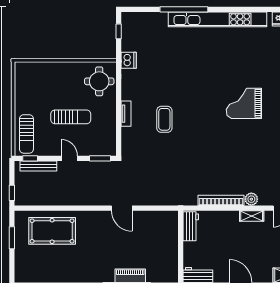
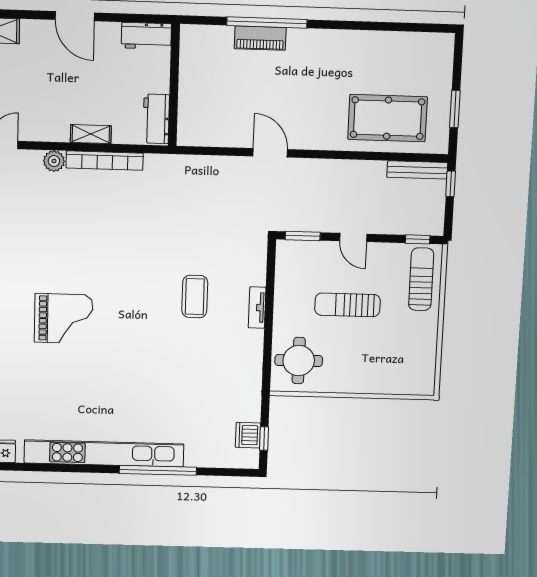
dishwasher: (129, 60) -> (248, 435), moved
bench: (38, 166) -> (417, 170), moved
shelving: (252, 216) -> (91, 134), moved

